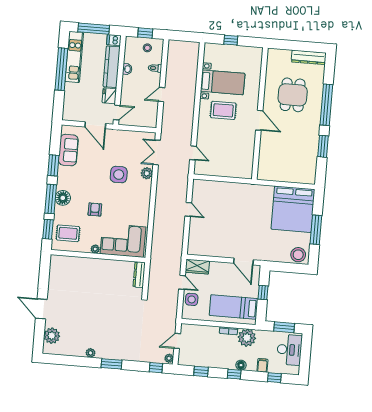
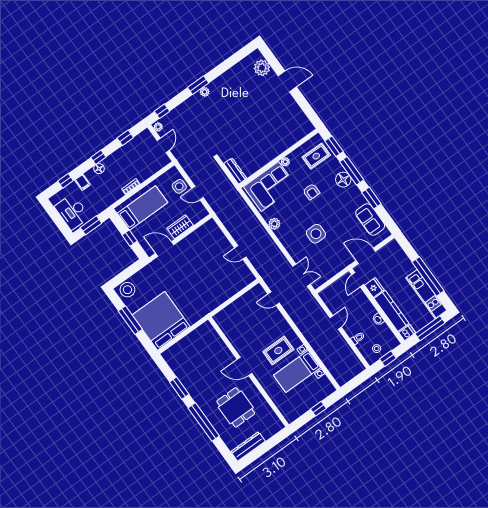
plant: (147, 173) -> (274, 224), moved
wardrobe: (197, 267) -> (180, 227), moved
plant: (247, 338) -> (112, 193), removed
plant: (91, 353) -> (205, 92), moved

